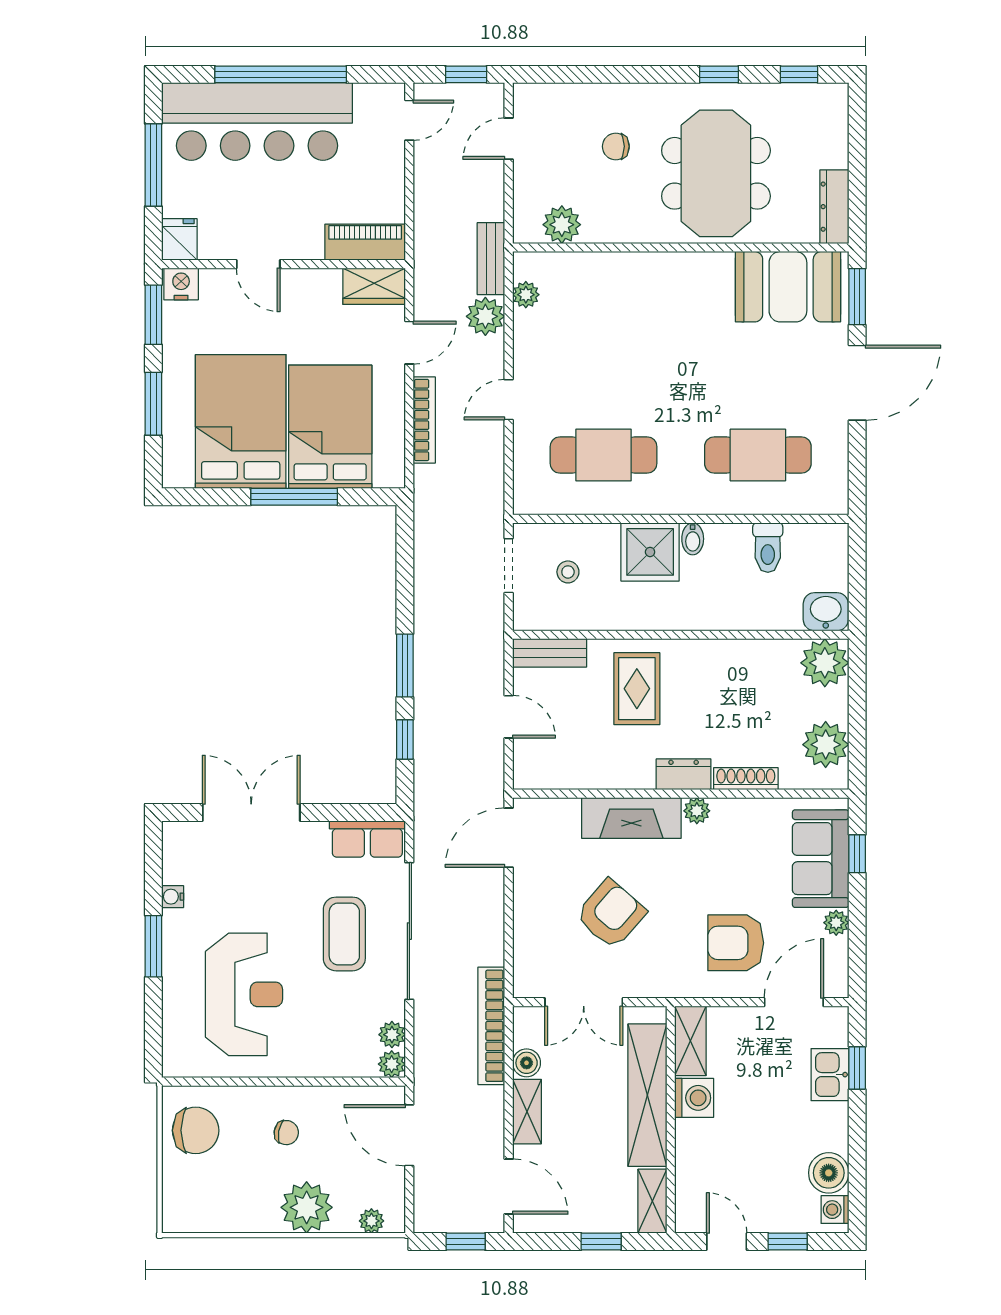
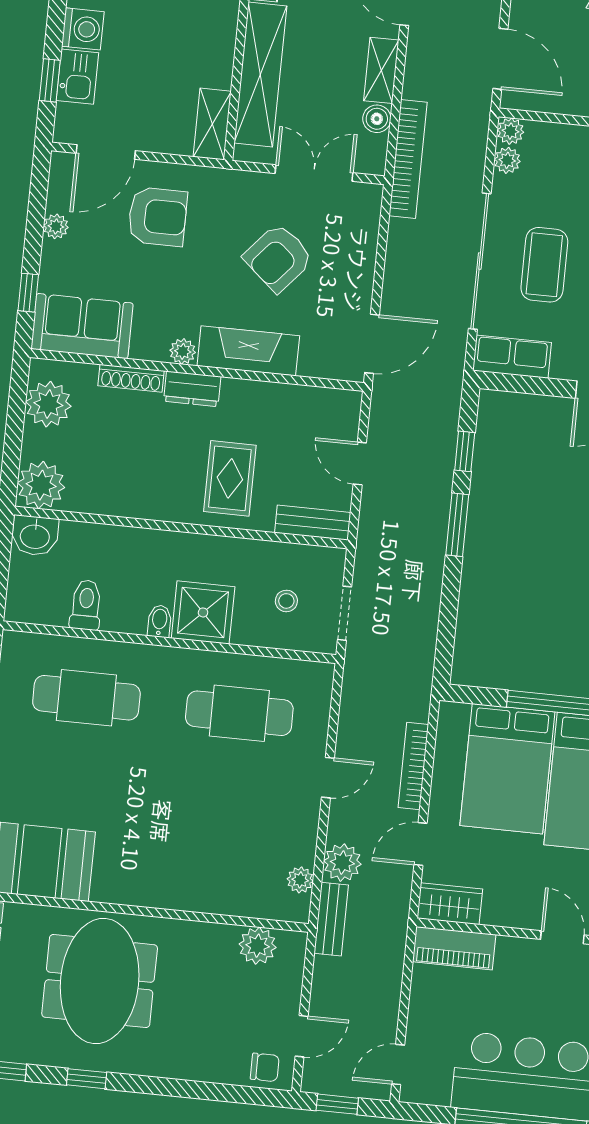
chair: (616, 146) -> (265, 1067), moved
sofa: (821, 859) -> (82, 326), moved, turned -90
washing machine: (694, 1098) -> (83, 29), moved, turned 180

